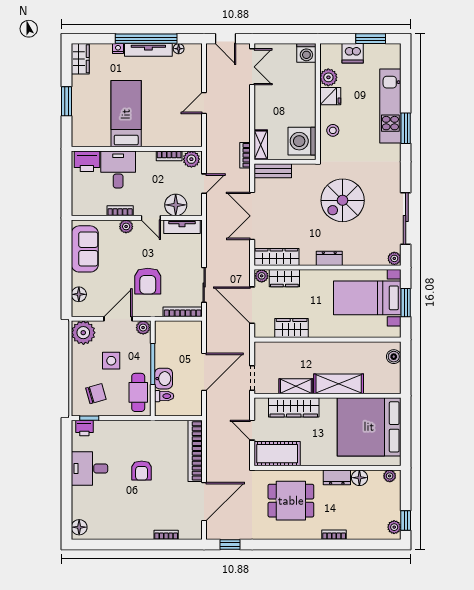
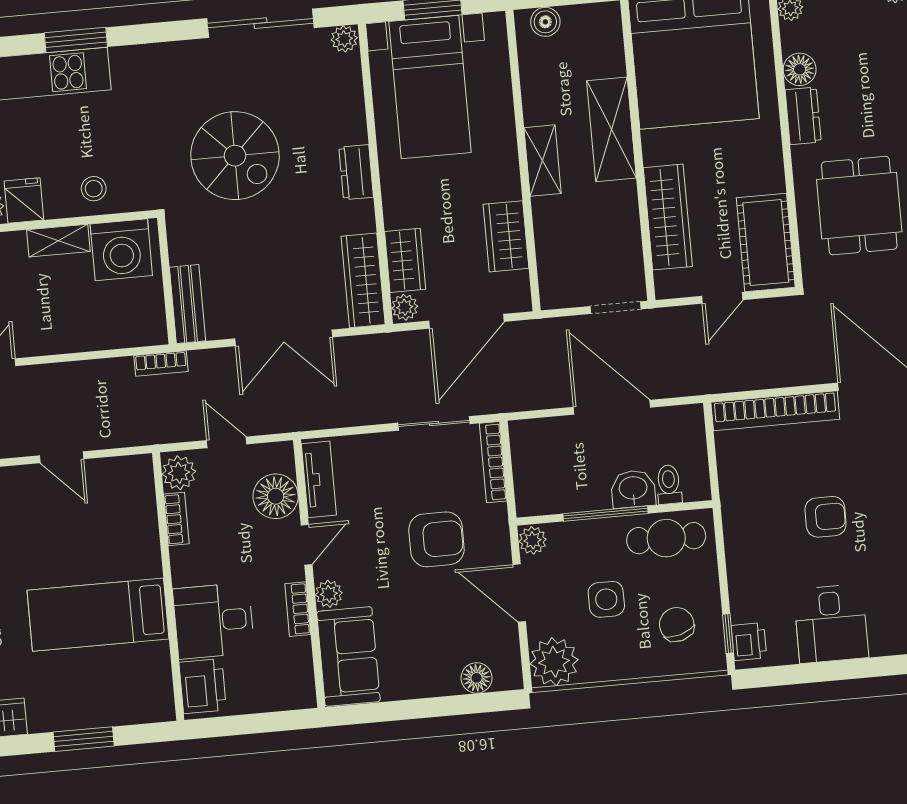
shelving: (261, 145) -> (58, 241), moved
sofa: (85, 249) -> (348, 656), moved, turned 90
shelving: (296, 386) -> (543, 161), moved

